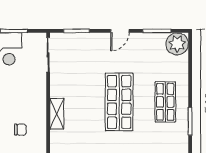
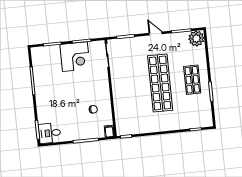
door: (120, 31) -> (156, 34), swing flipped
shop shelf: (119, 102) -> (160, 83), width x1.40
shelving: (57, 114) -> (118, 96), removed

